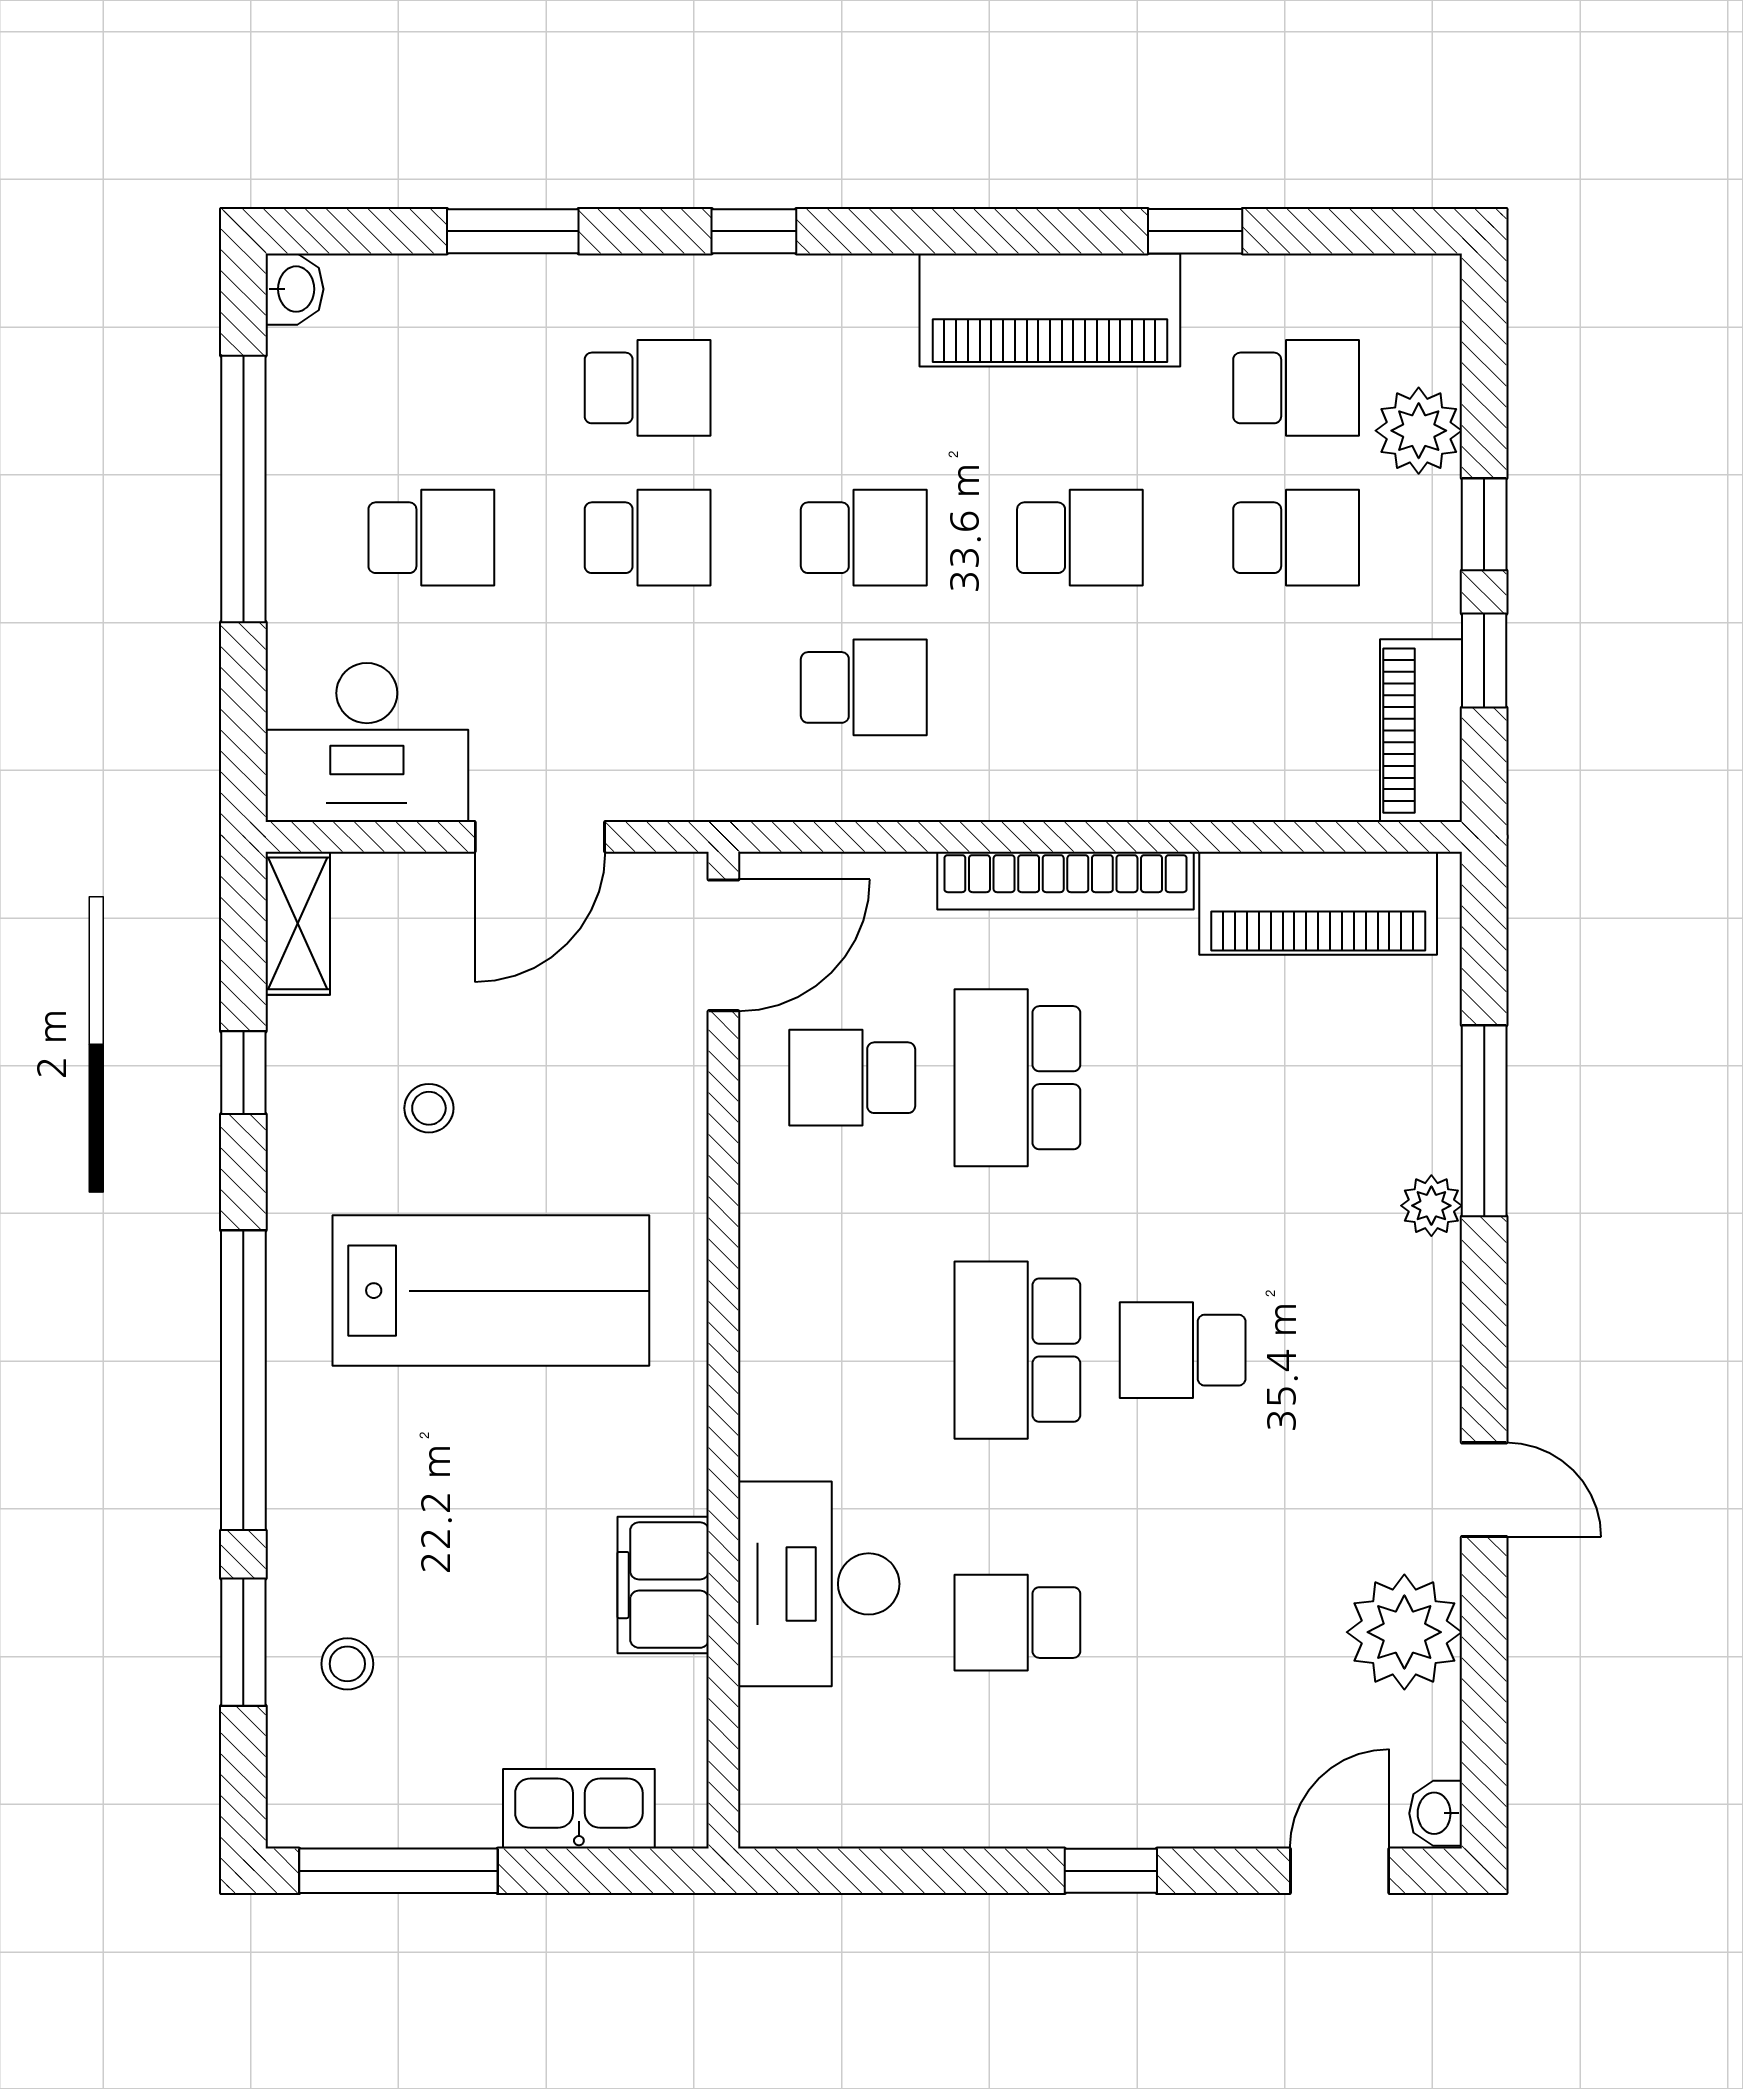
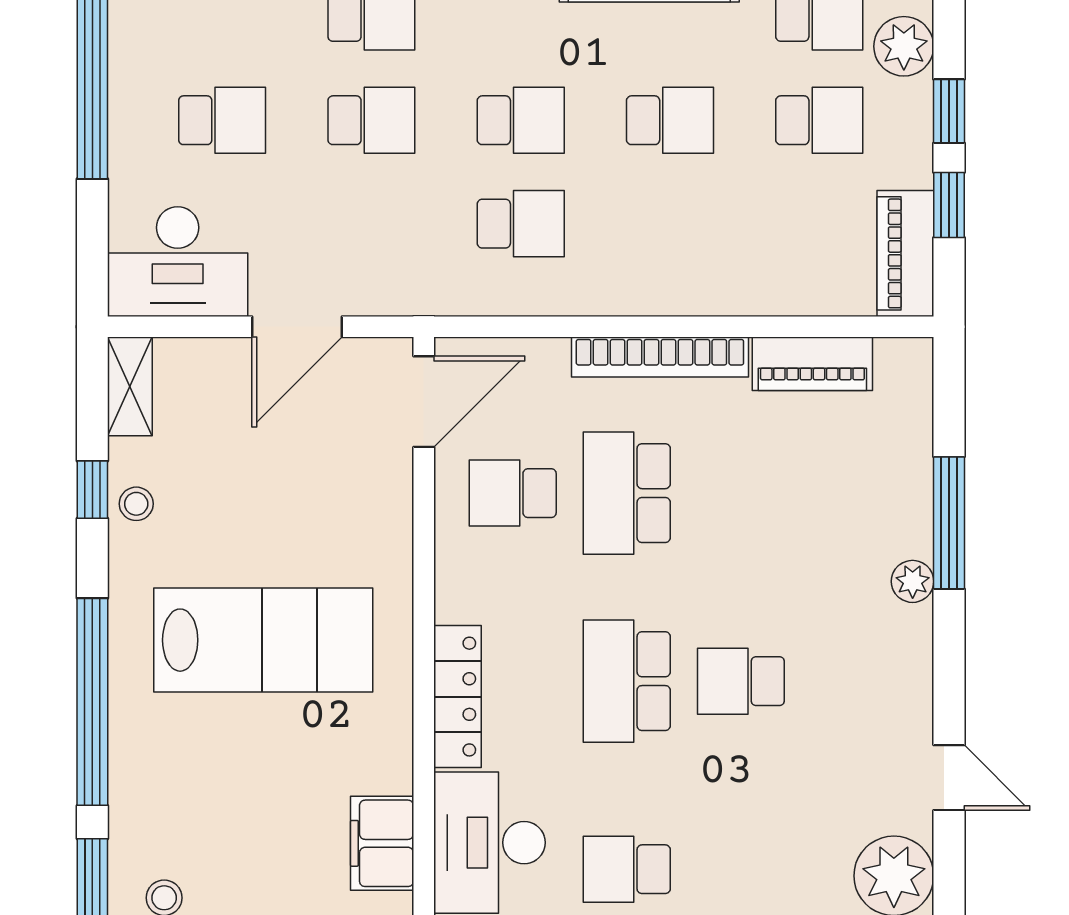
piano: (1318, 903) -> (812, 364), width x0.73, depth x0.75
stool: (429, 1108) -> (136, 504), moved
locker: (772, 1372) -> (458, 697), added

